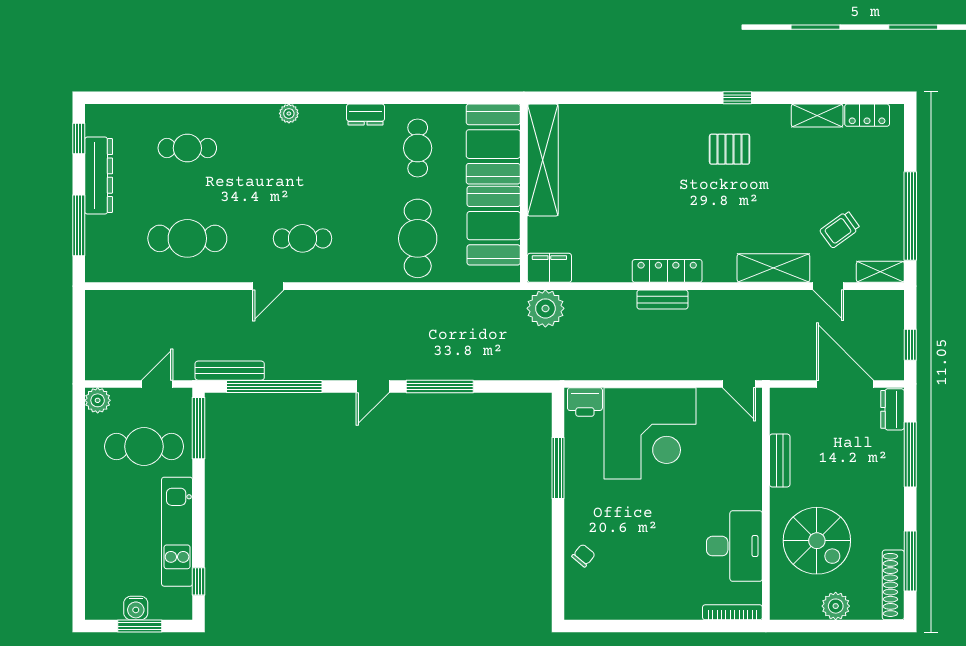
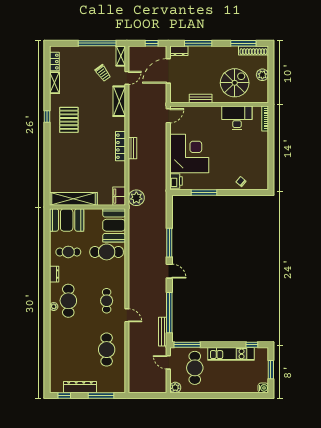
cafe table: (187, 148) -> (68, 301), moved, width x1.37, depth x1.35
pallet: (730, 149) -> (69, 120), width x1.50, depth x1.42
booth: (494, 226) -> (114, 225), moved, turned 90
water cooler: (136, 608) -> (263, 388), moved

